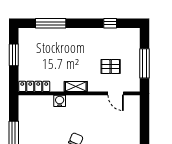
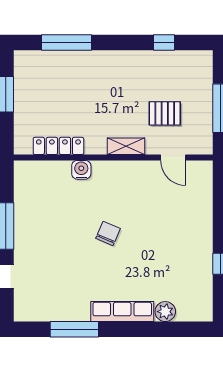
locker: (34, 86) -> (58, 146), moved
shelving: (76, 87) -> (126, 146), moved

